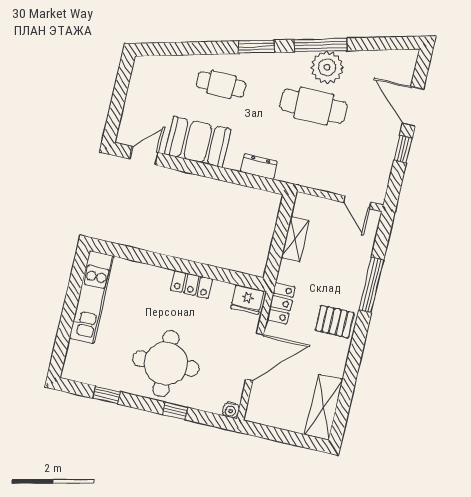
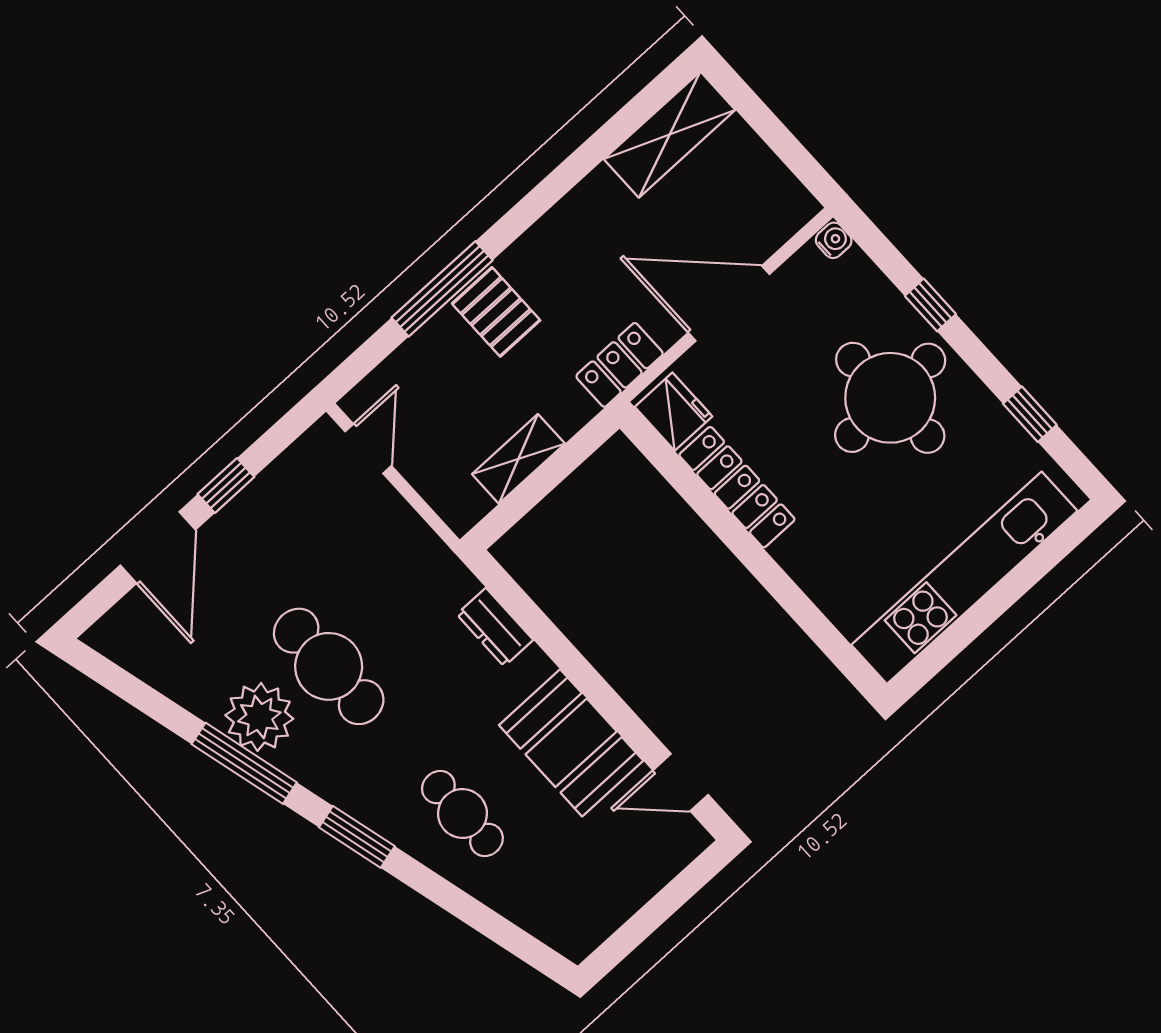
locker: (191, 285) -> (737, 487), width x1.53
kitchen unit: (92, 297) -> (964, 578), width x1.36
pallet: (335, 322) -> (496, 312), moved

